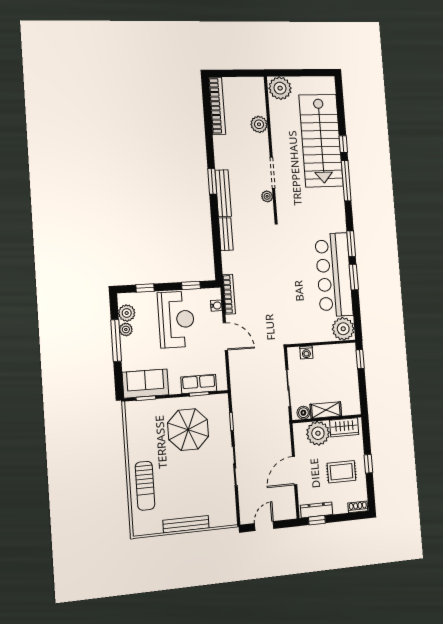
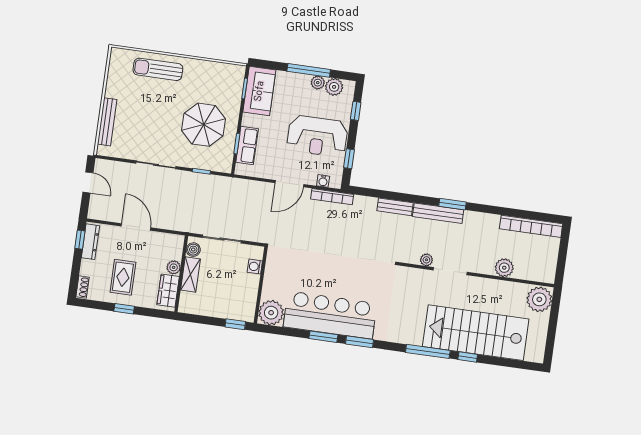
plant: (318, 433) -> (174, 267), width x0.53, depth x0.53
bench: (186, 524) -> (107, 122), moved

